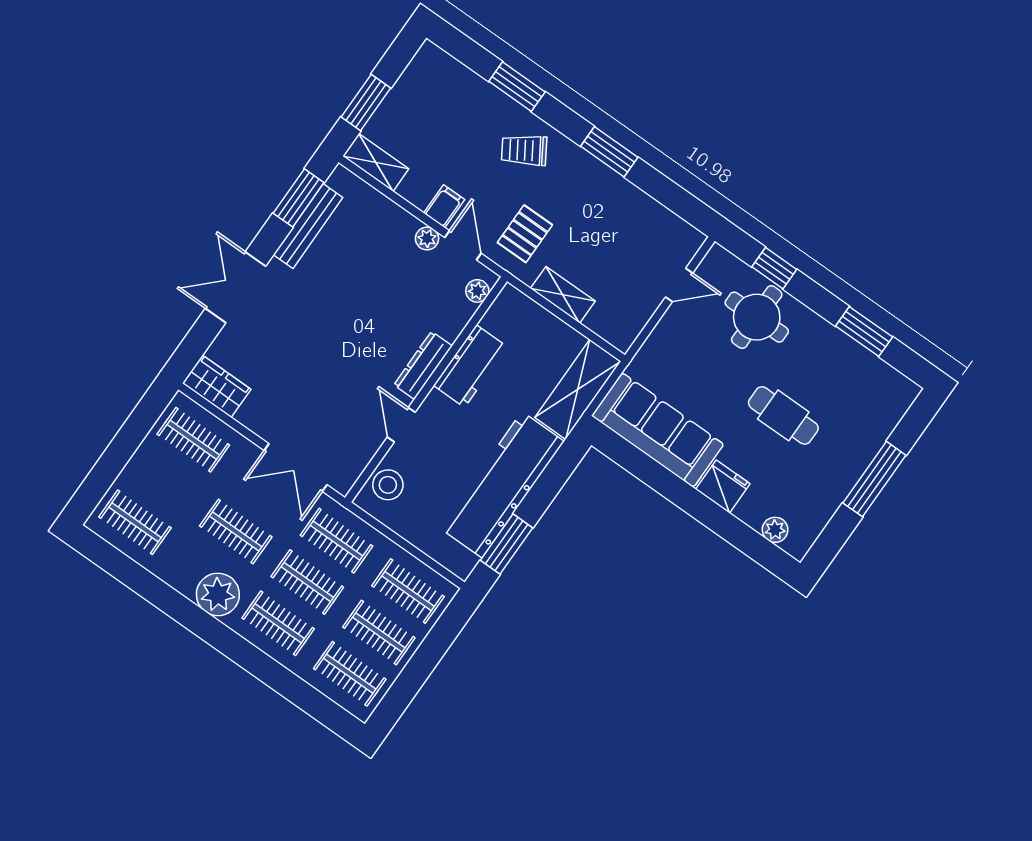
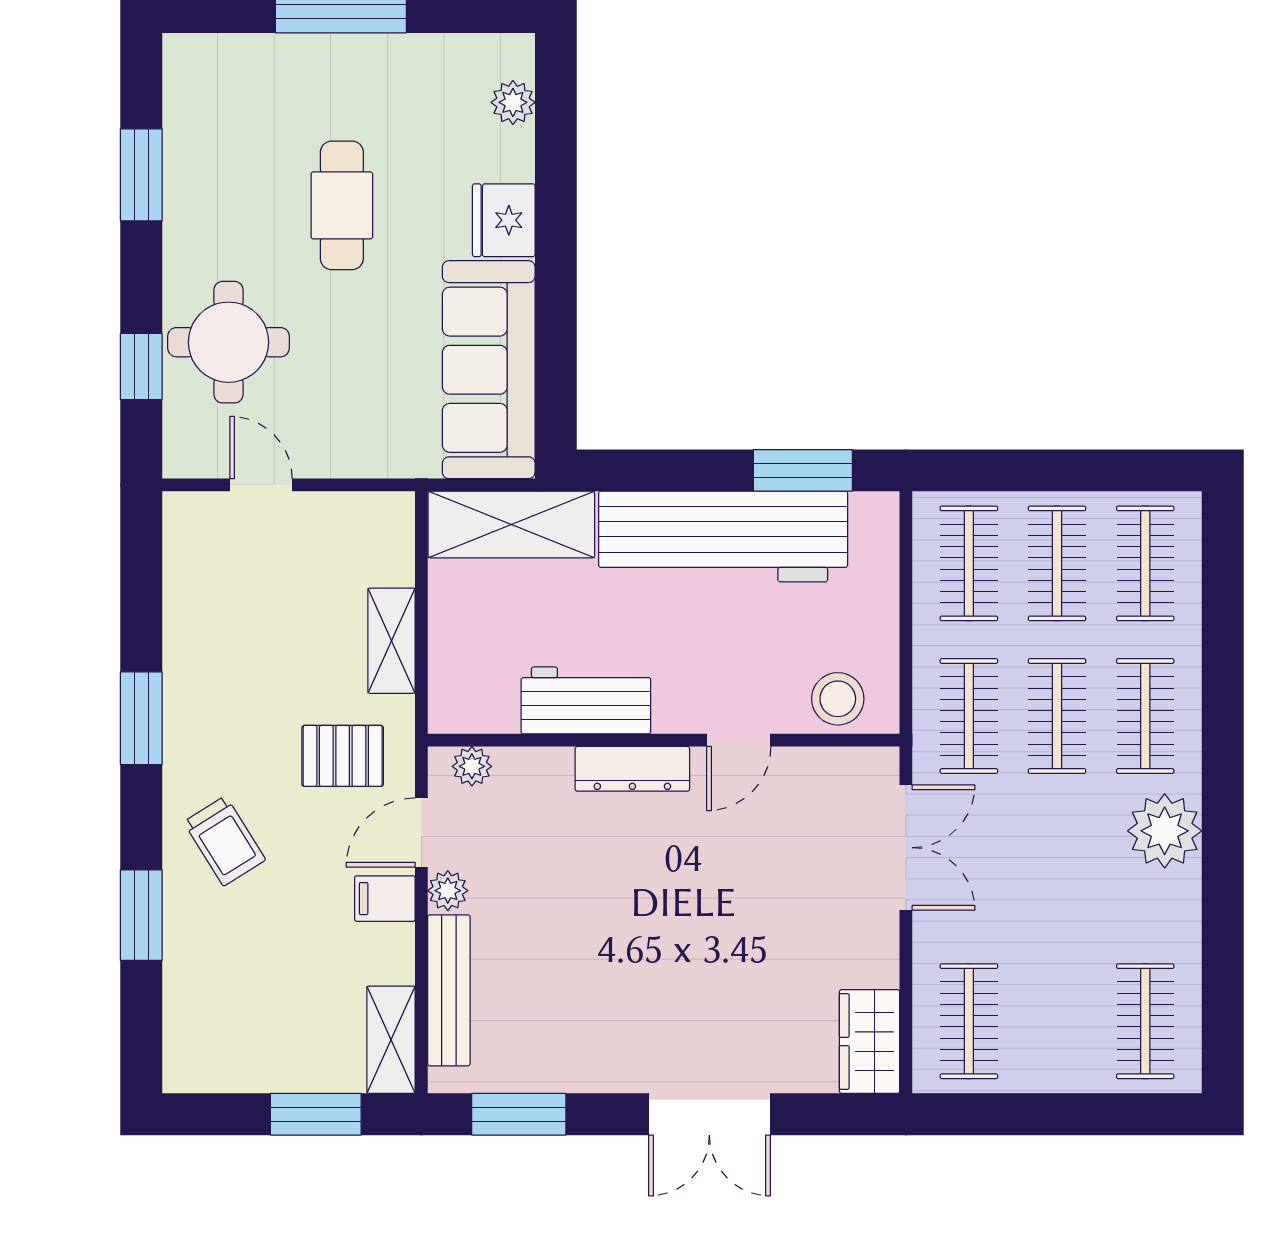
bench: (308, 226) -> (449, 990), moved, turned 90
clothes rail: (236, 531) -> (1057, 869), removed

